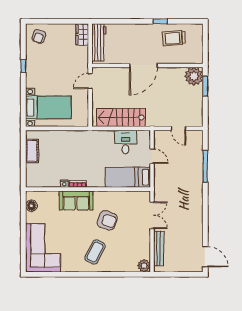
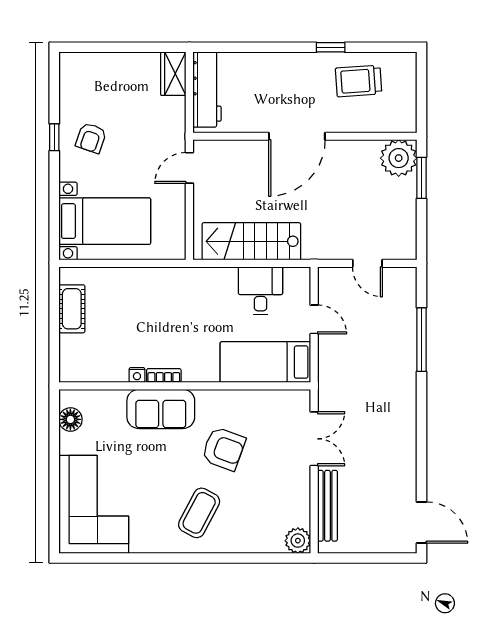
armchair: (39, 36) -> (91, 138), moved

